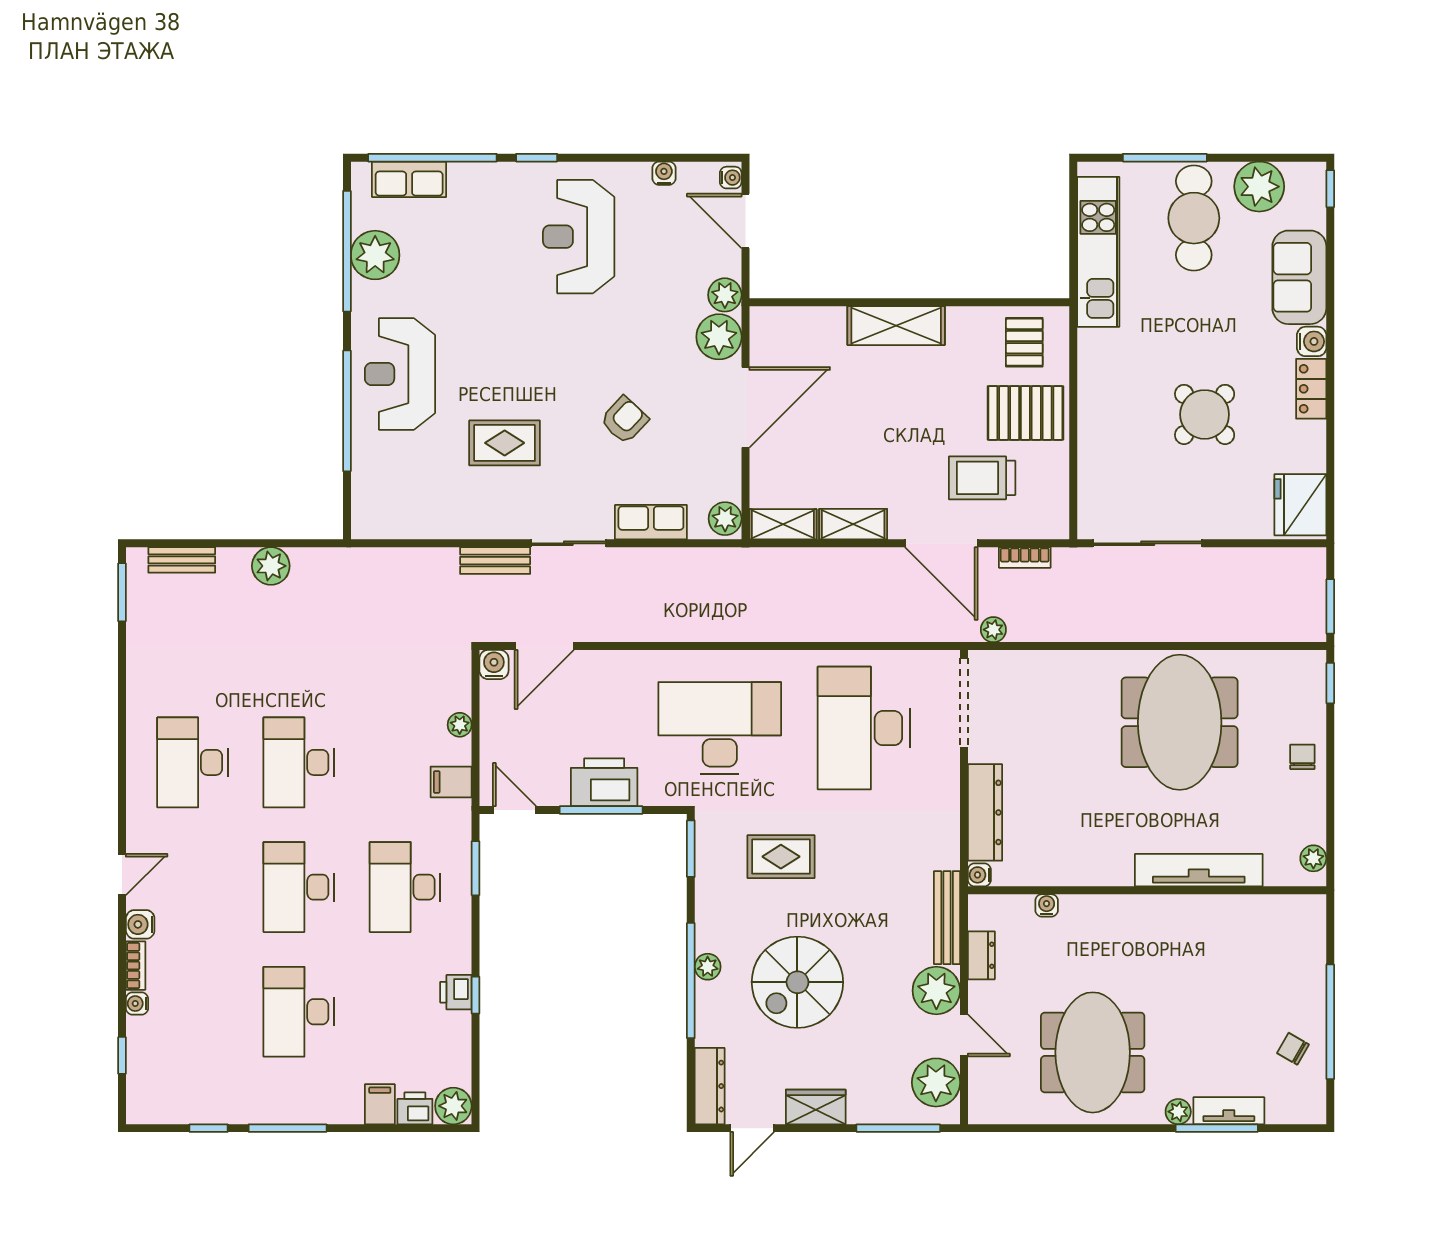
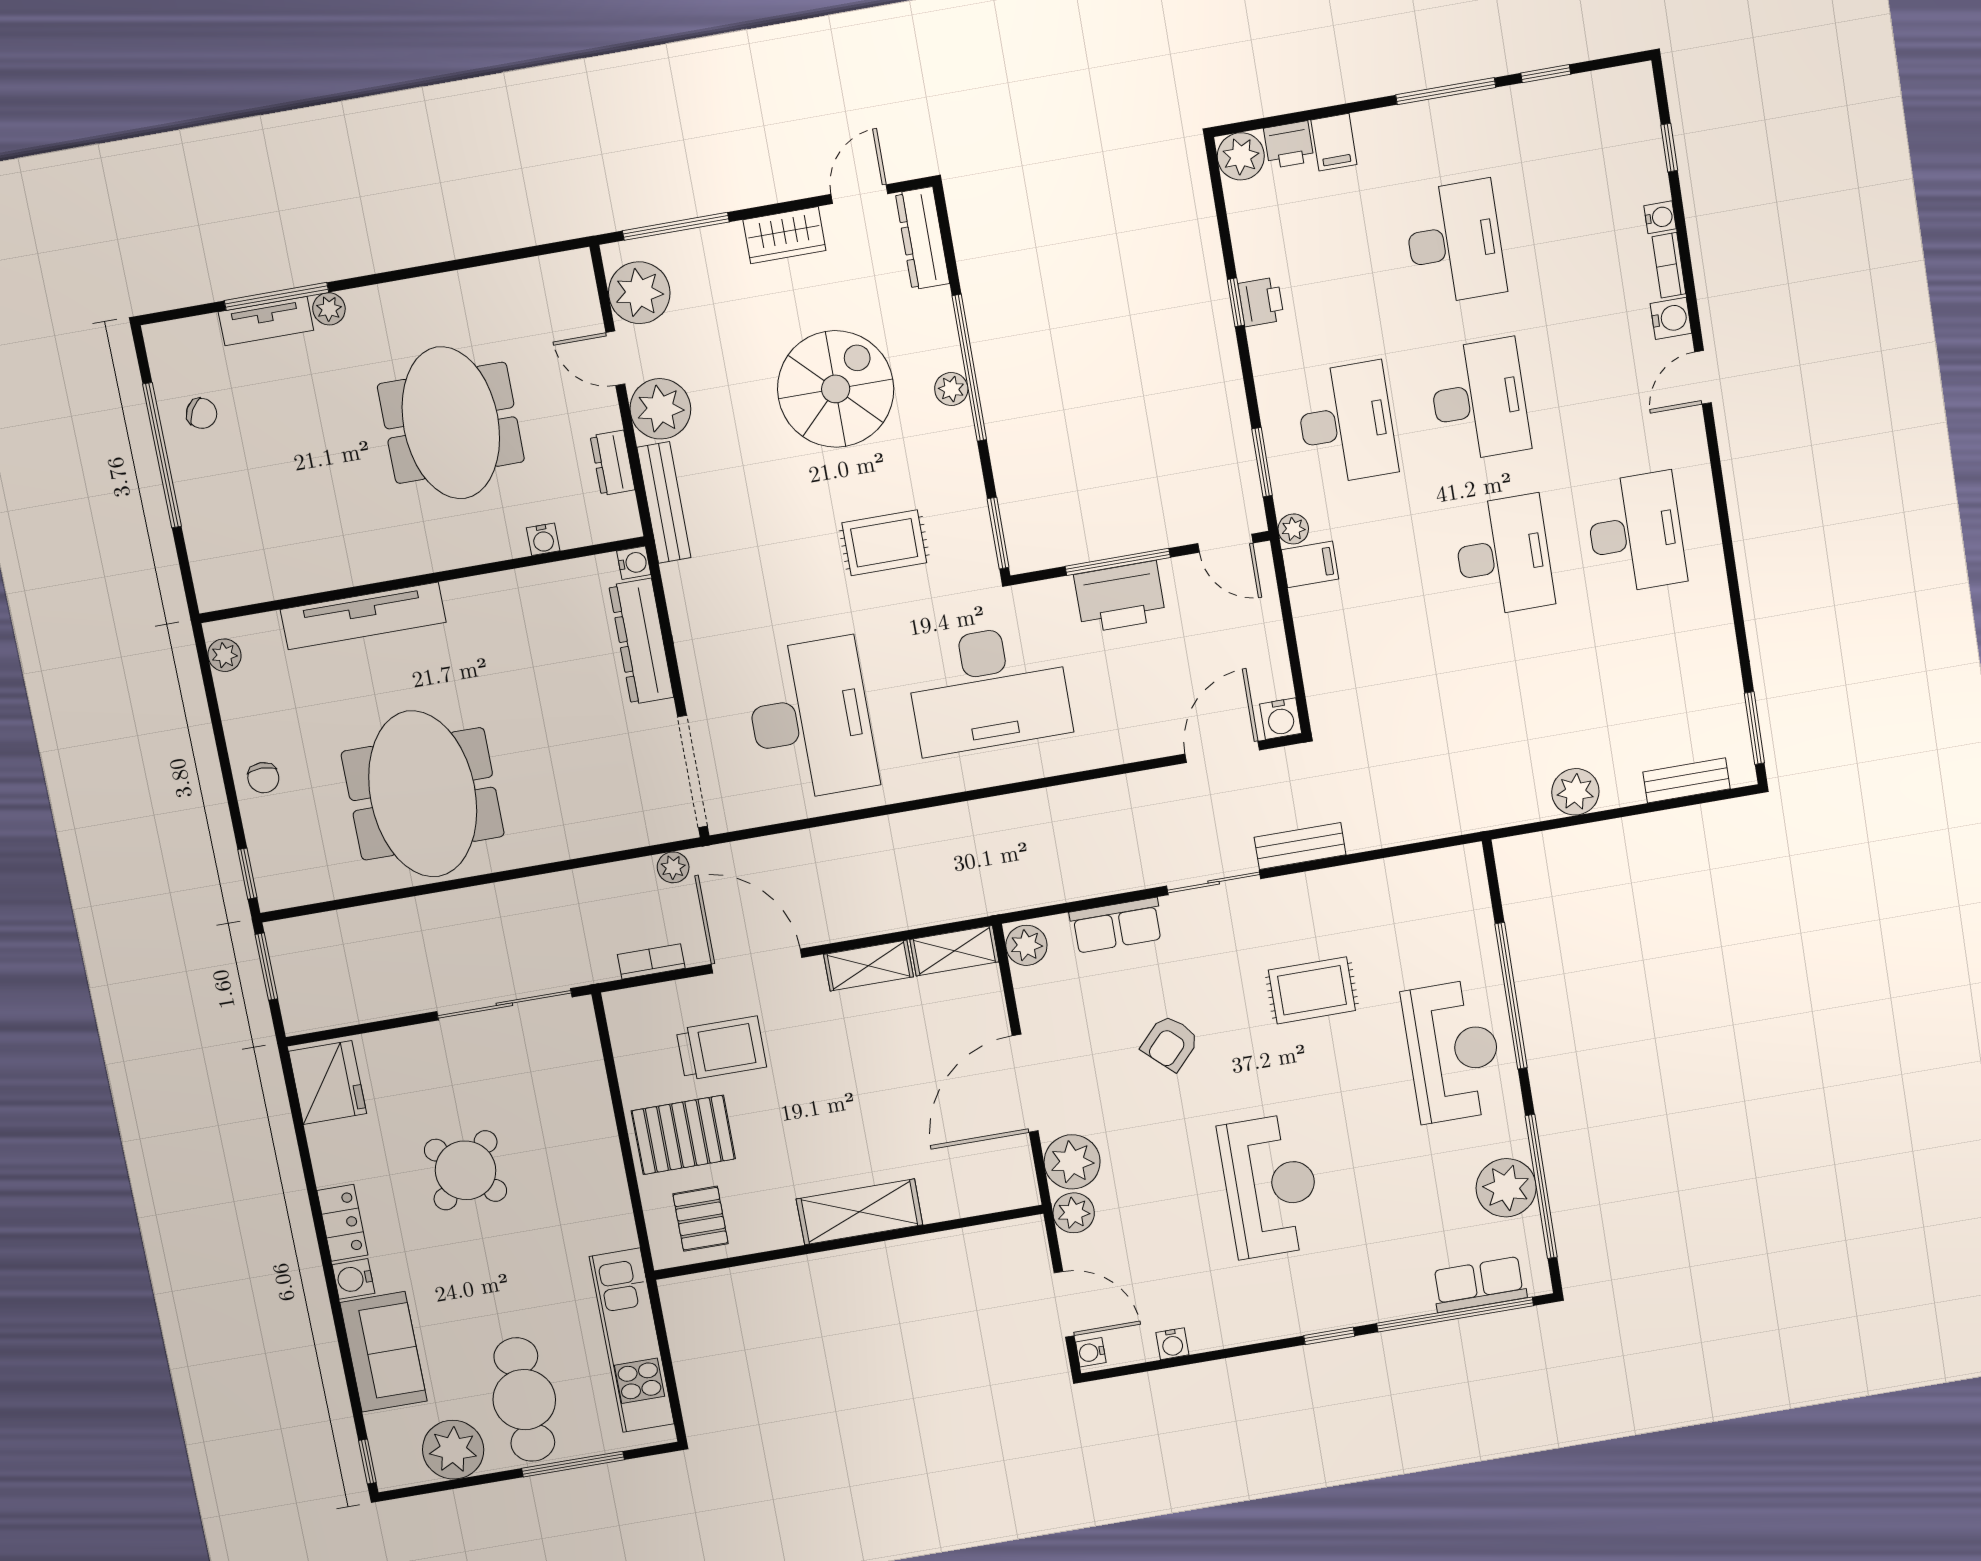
reception desk: (579, 237) -> (1271, 1186), moved
plant: (460, 725) -> (1293, 529), moved
meeting table: (1093, 1052) -> (451, 423), moved

